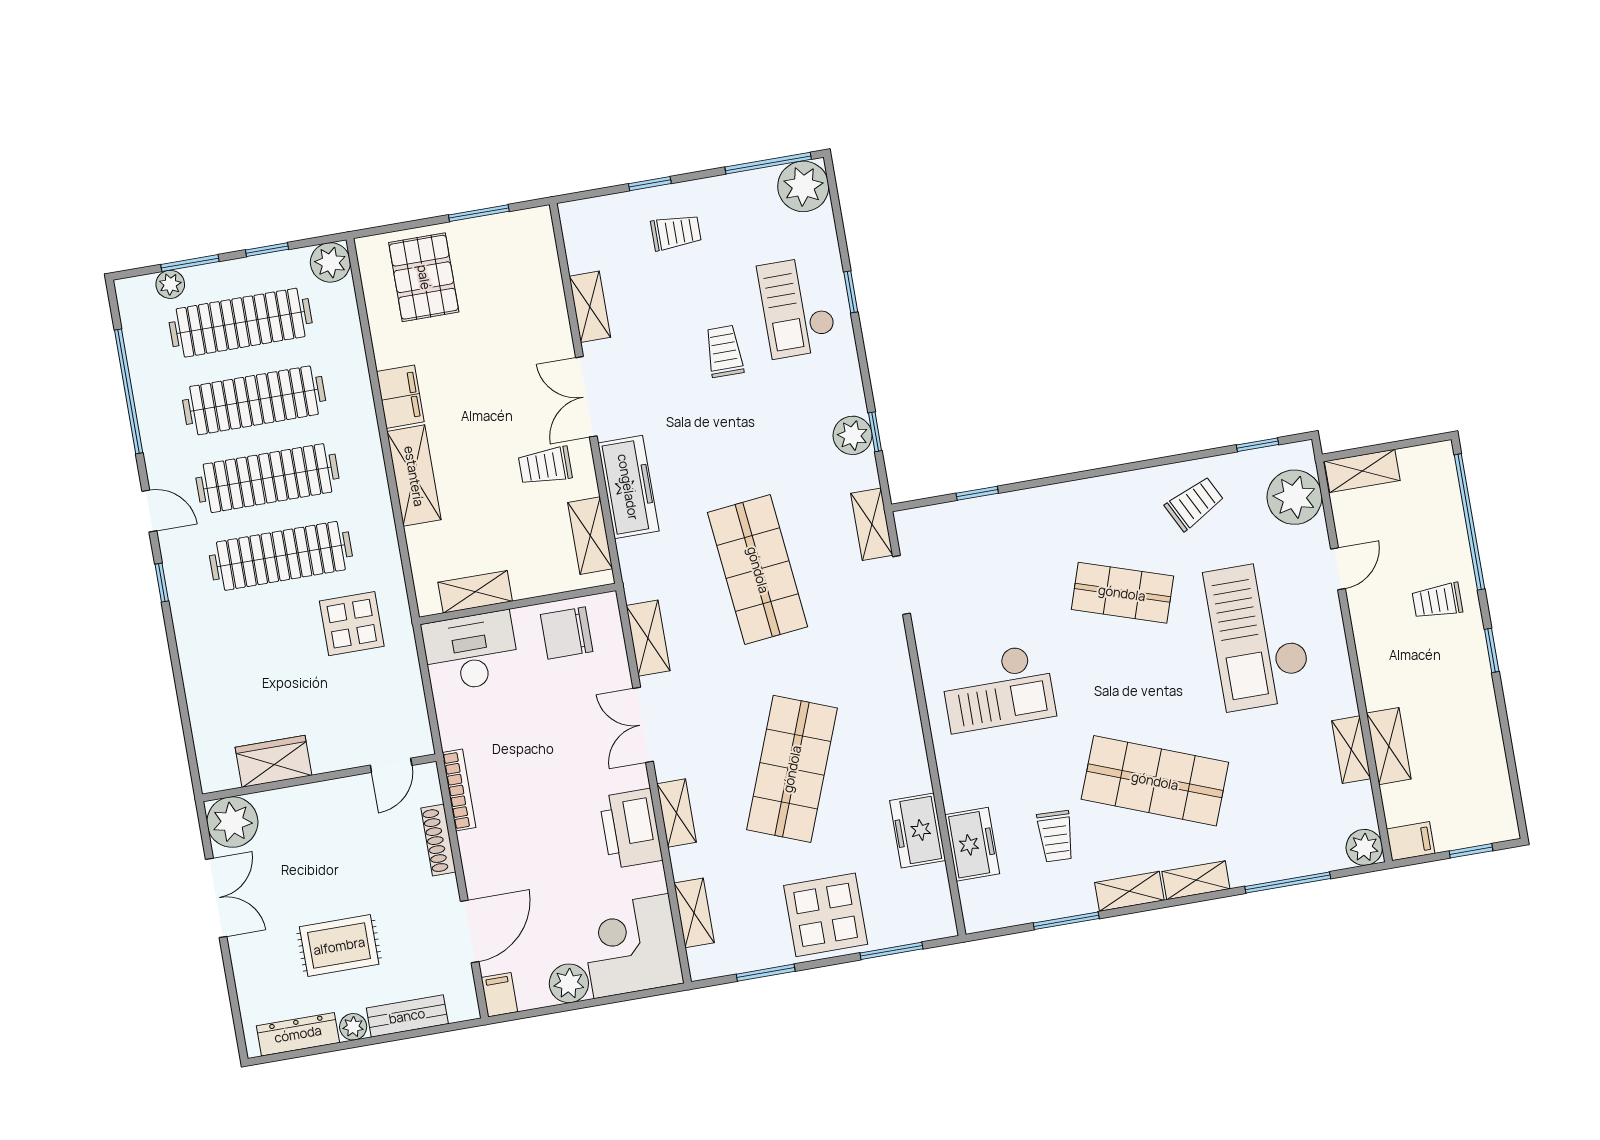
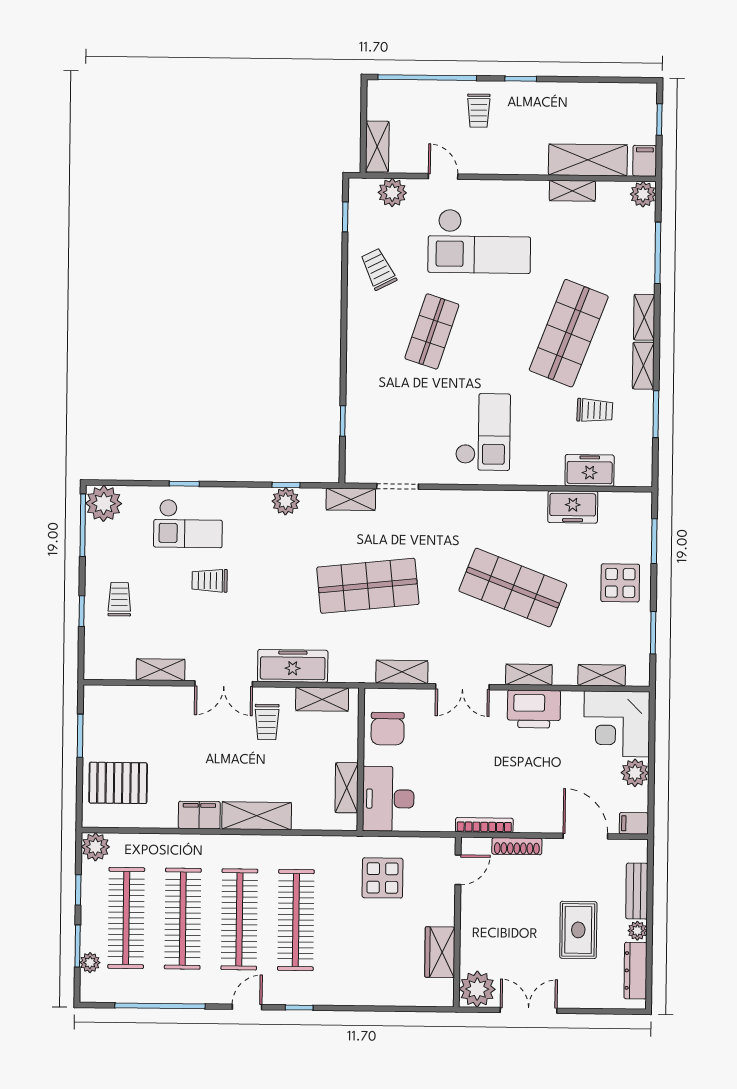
plant: (1294, 497) -> (392, 193), width x0.73, depth x0.73
display table: (352, 624) -> (382, 878), moved
shelving: (1389, 746) -> (588, 160), width x1.50, depth x1.33
door: (391, 765) -> (458, 870), hinge flipped
display table: (826, 915) -> (620, 583), width x0.73, depth x0.73

